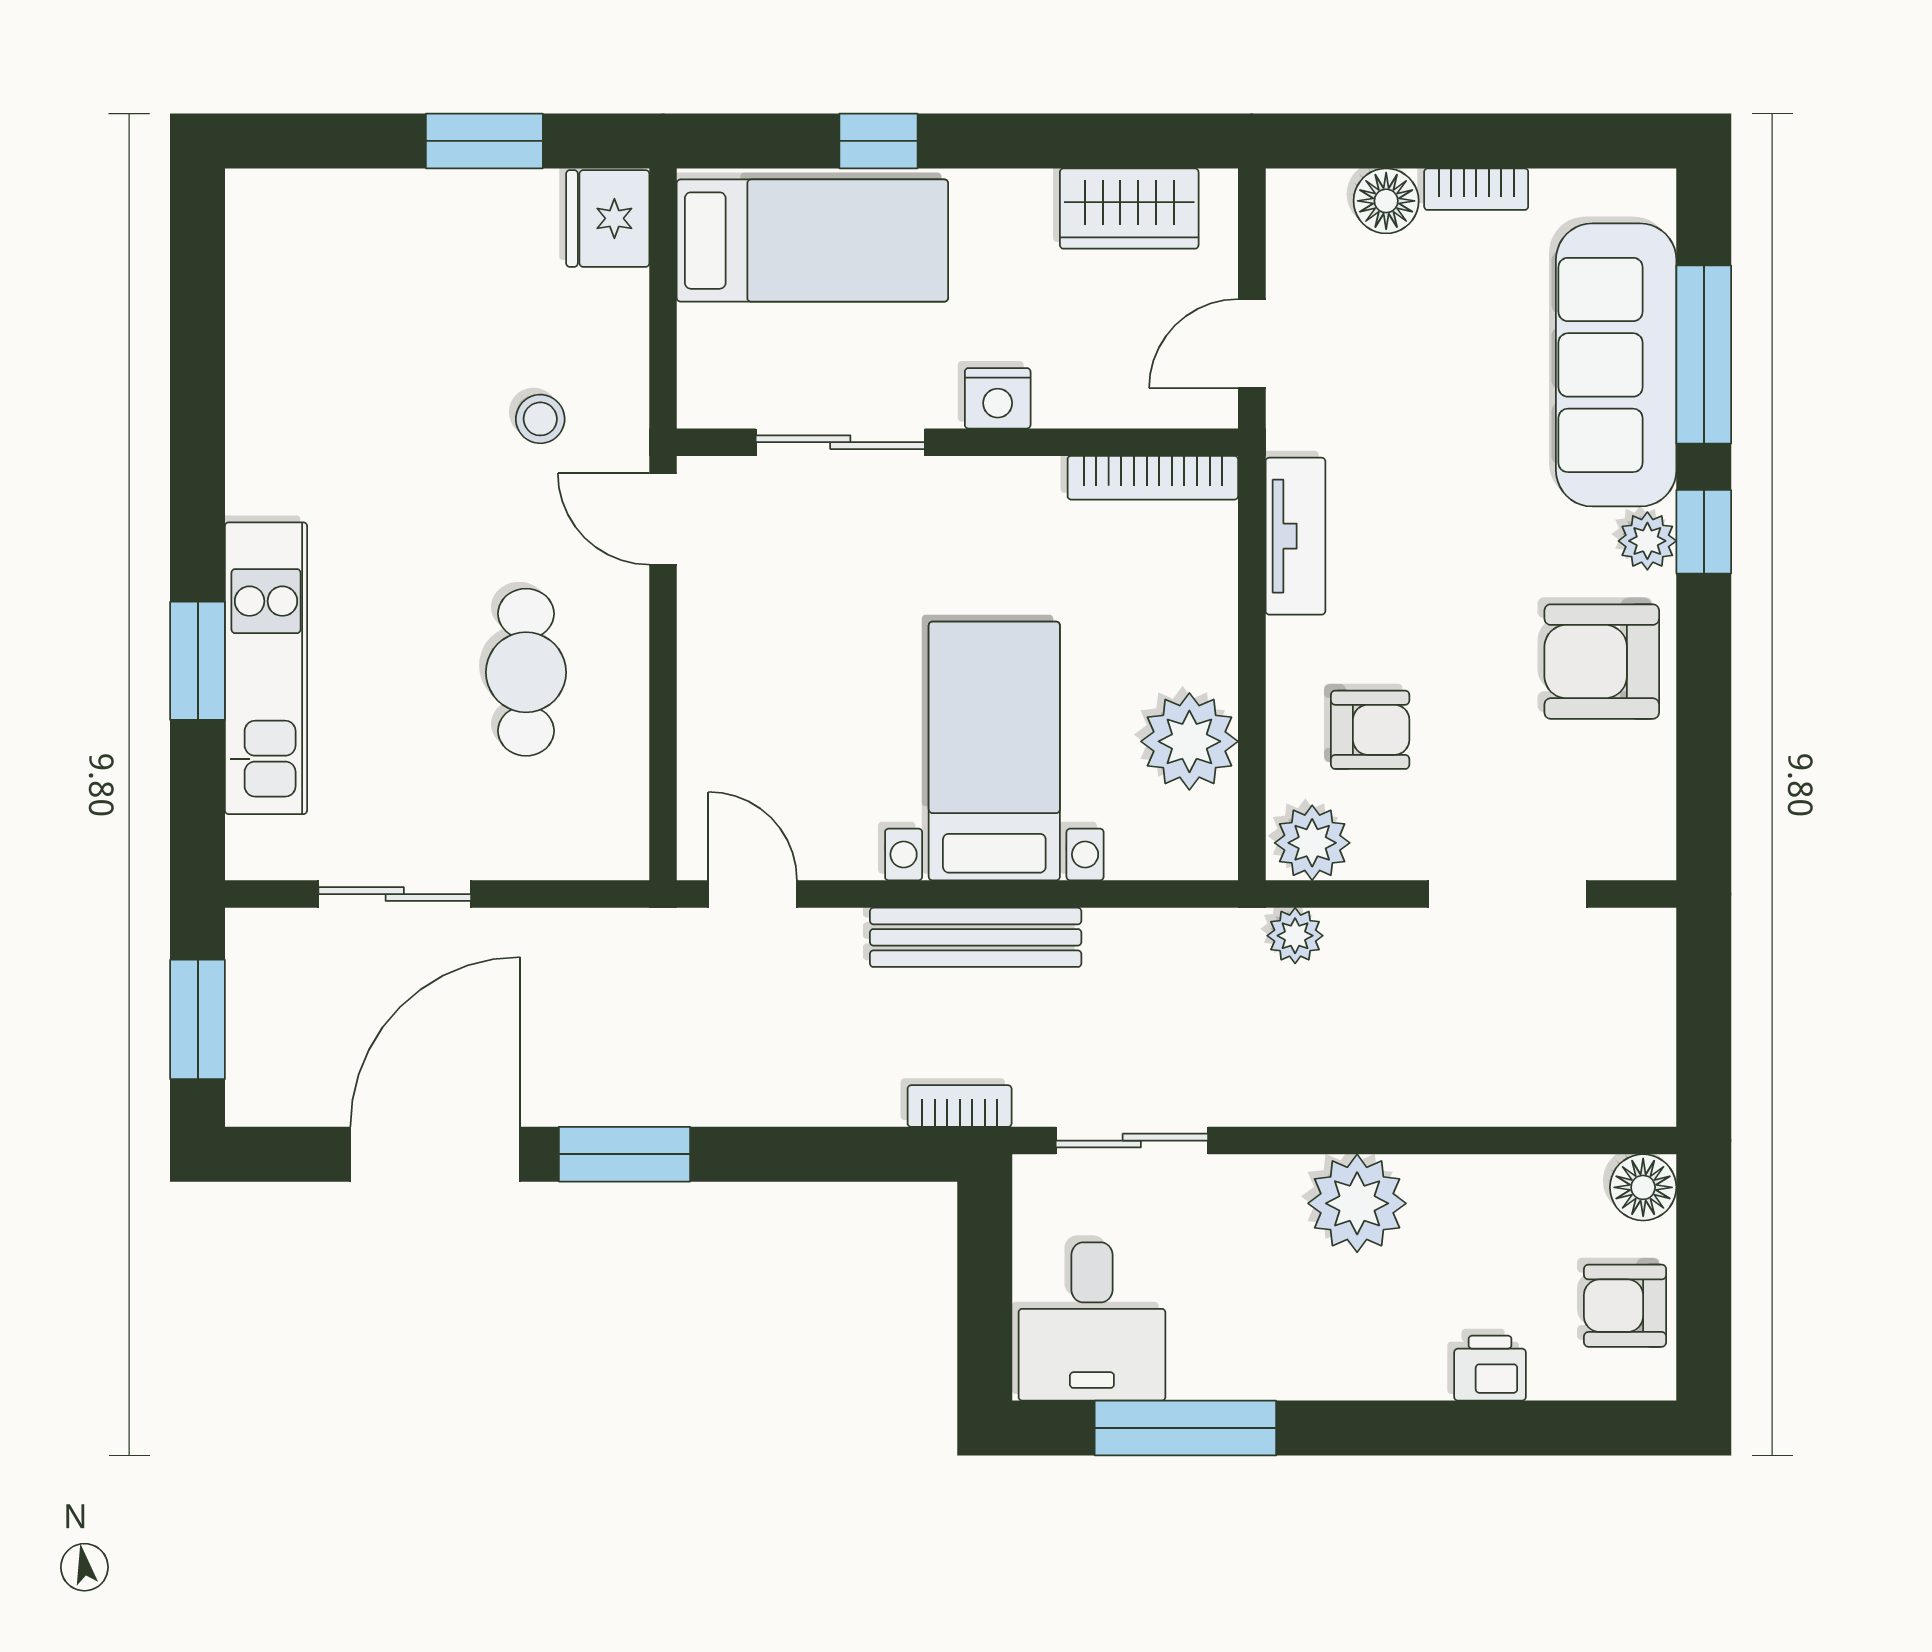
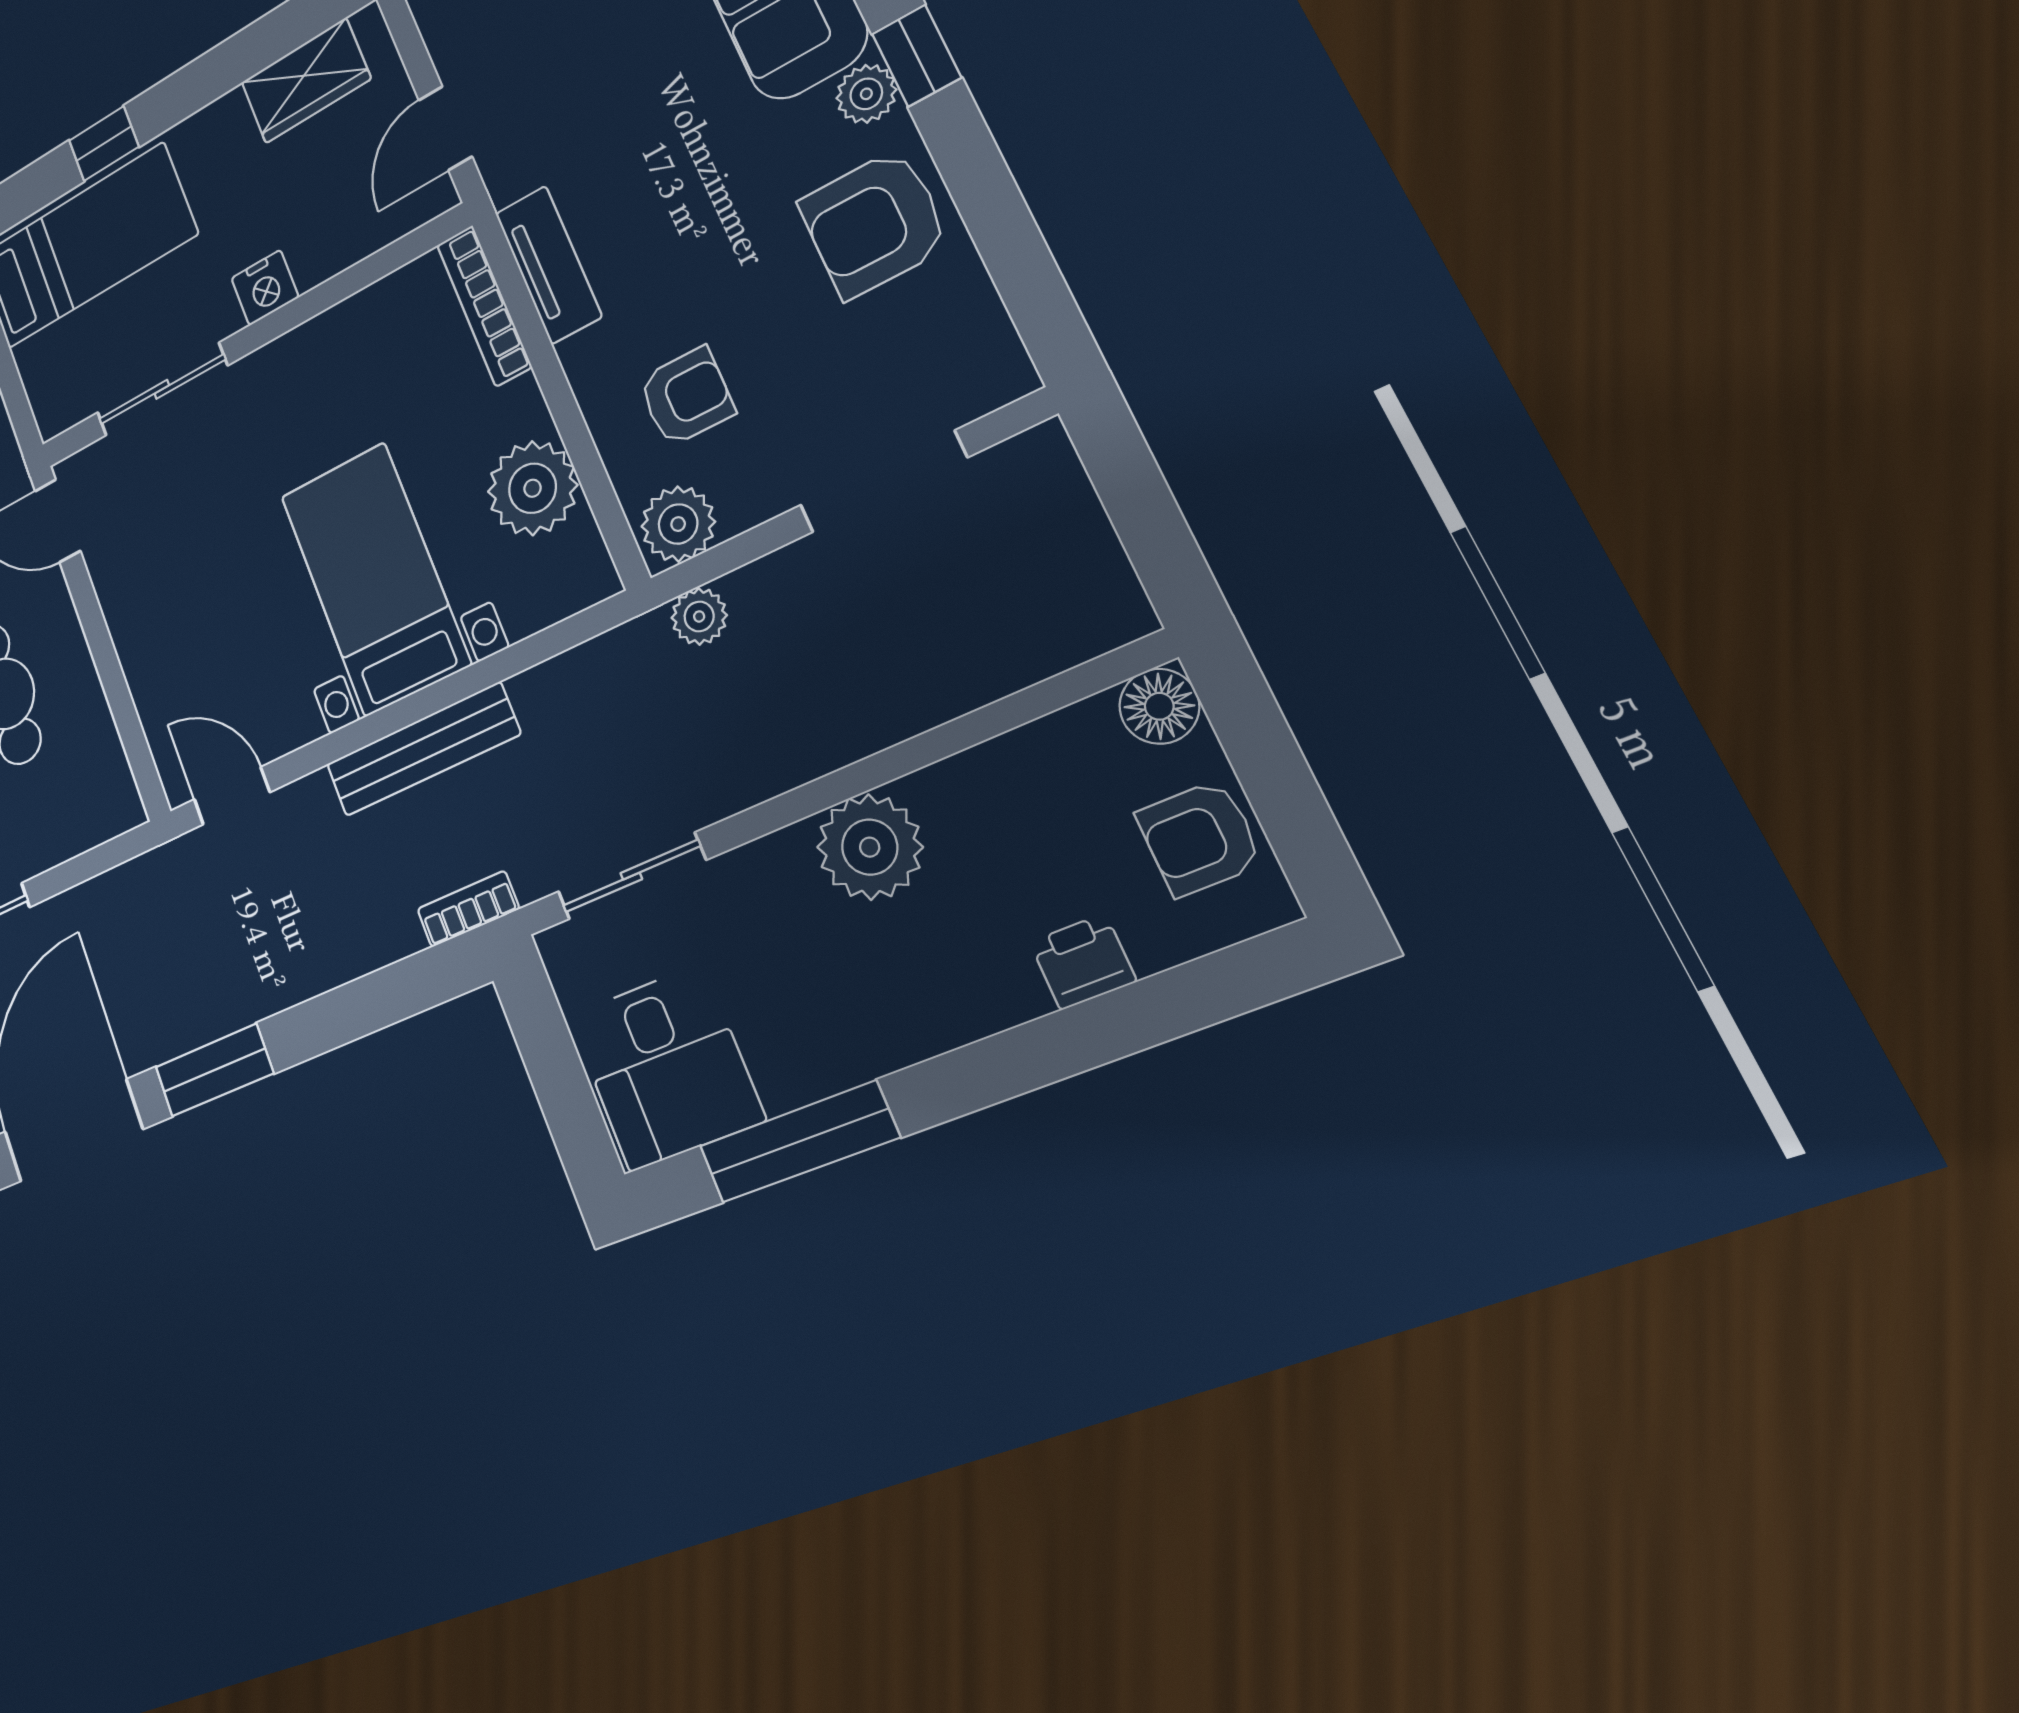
bookcase: (1153, 478) -> (484, 306), moved, turned 90

